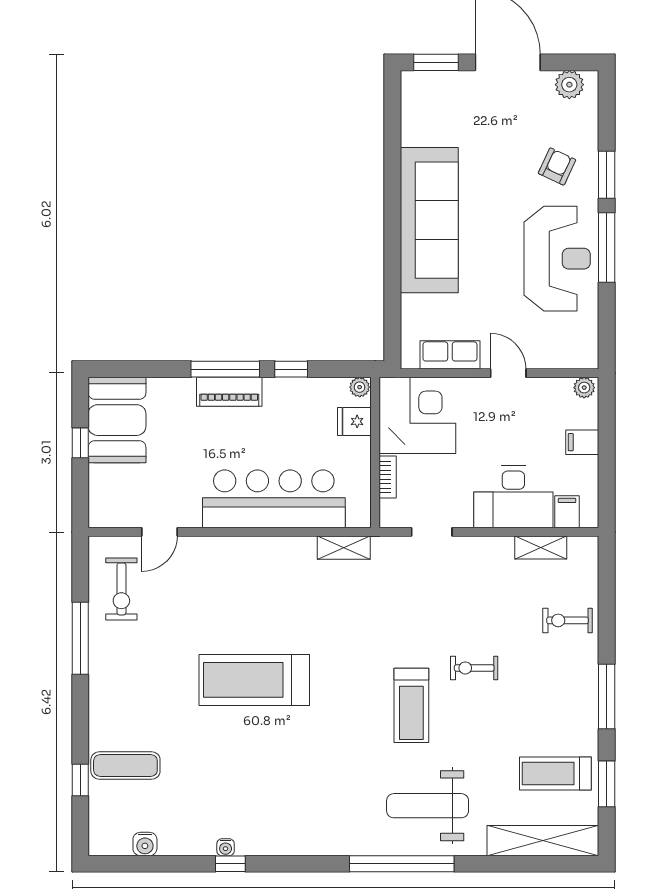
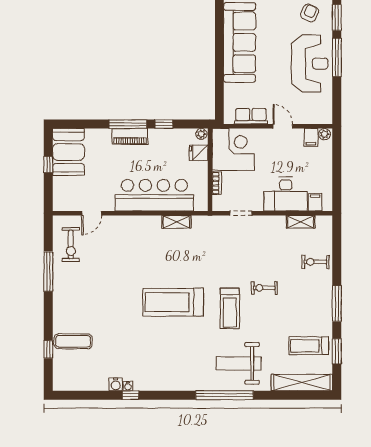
filing cabinet: (582, 442) -> (311, 137), moved, turned -90
shelving: (344, 548) -> (176, 222), moved
treadmill: (254, 680) -> (173, 302), moved
water cooler: (145, 844) -> (116, 384), moved

